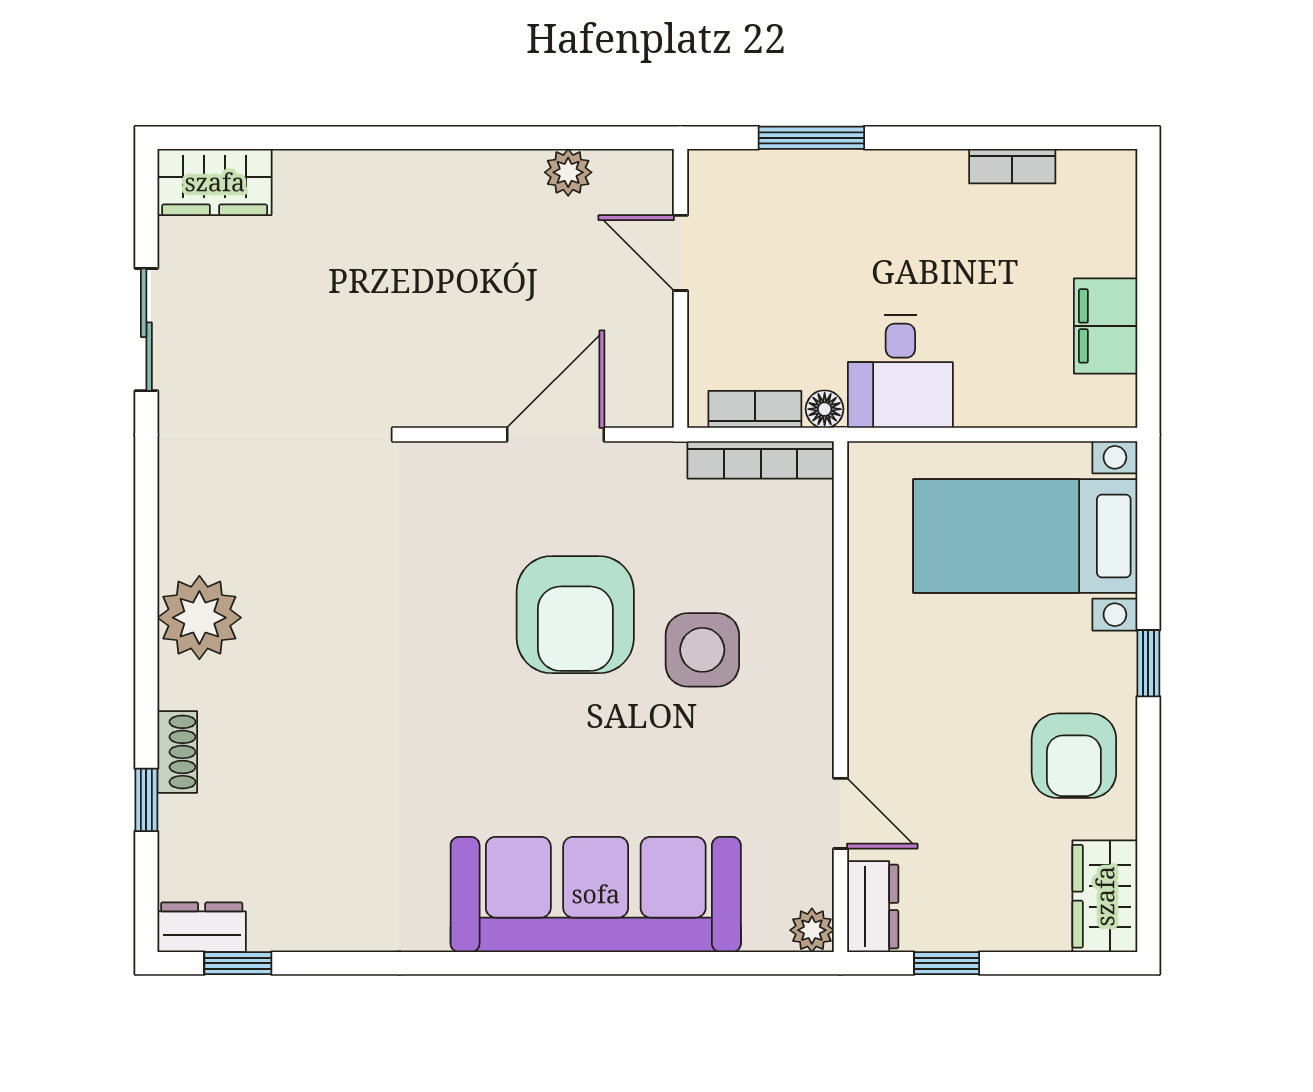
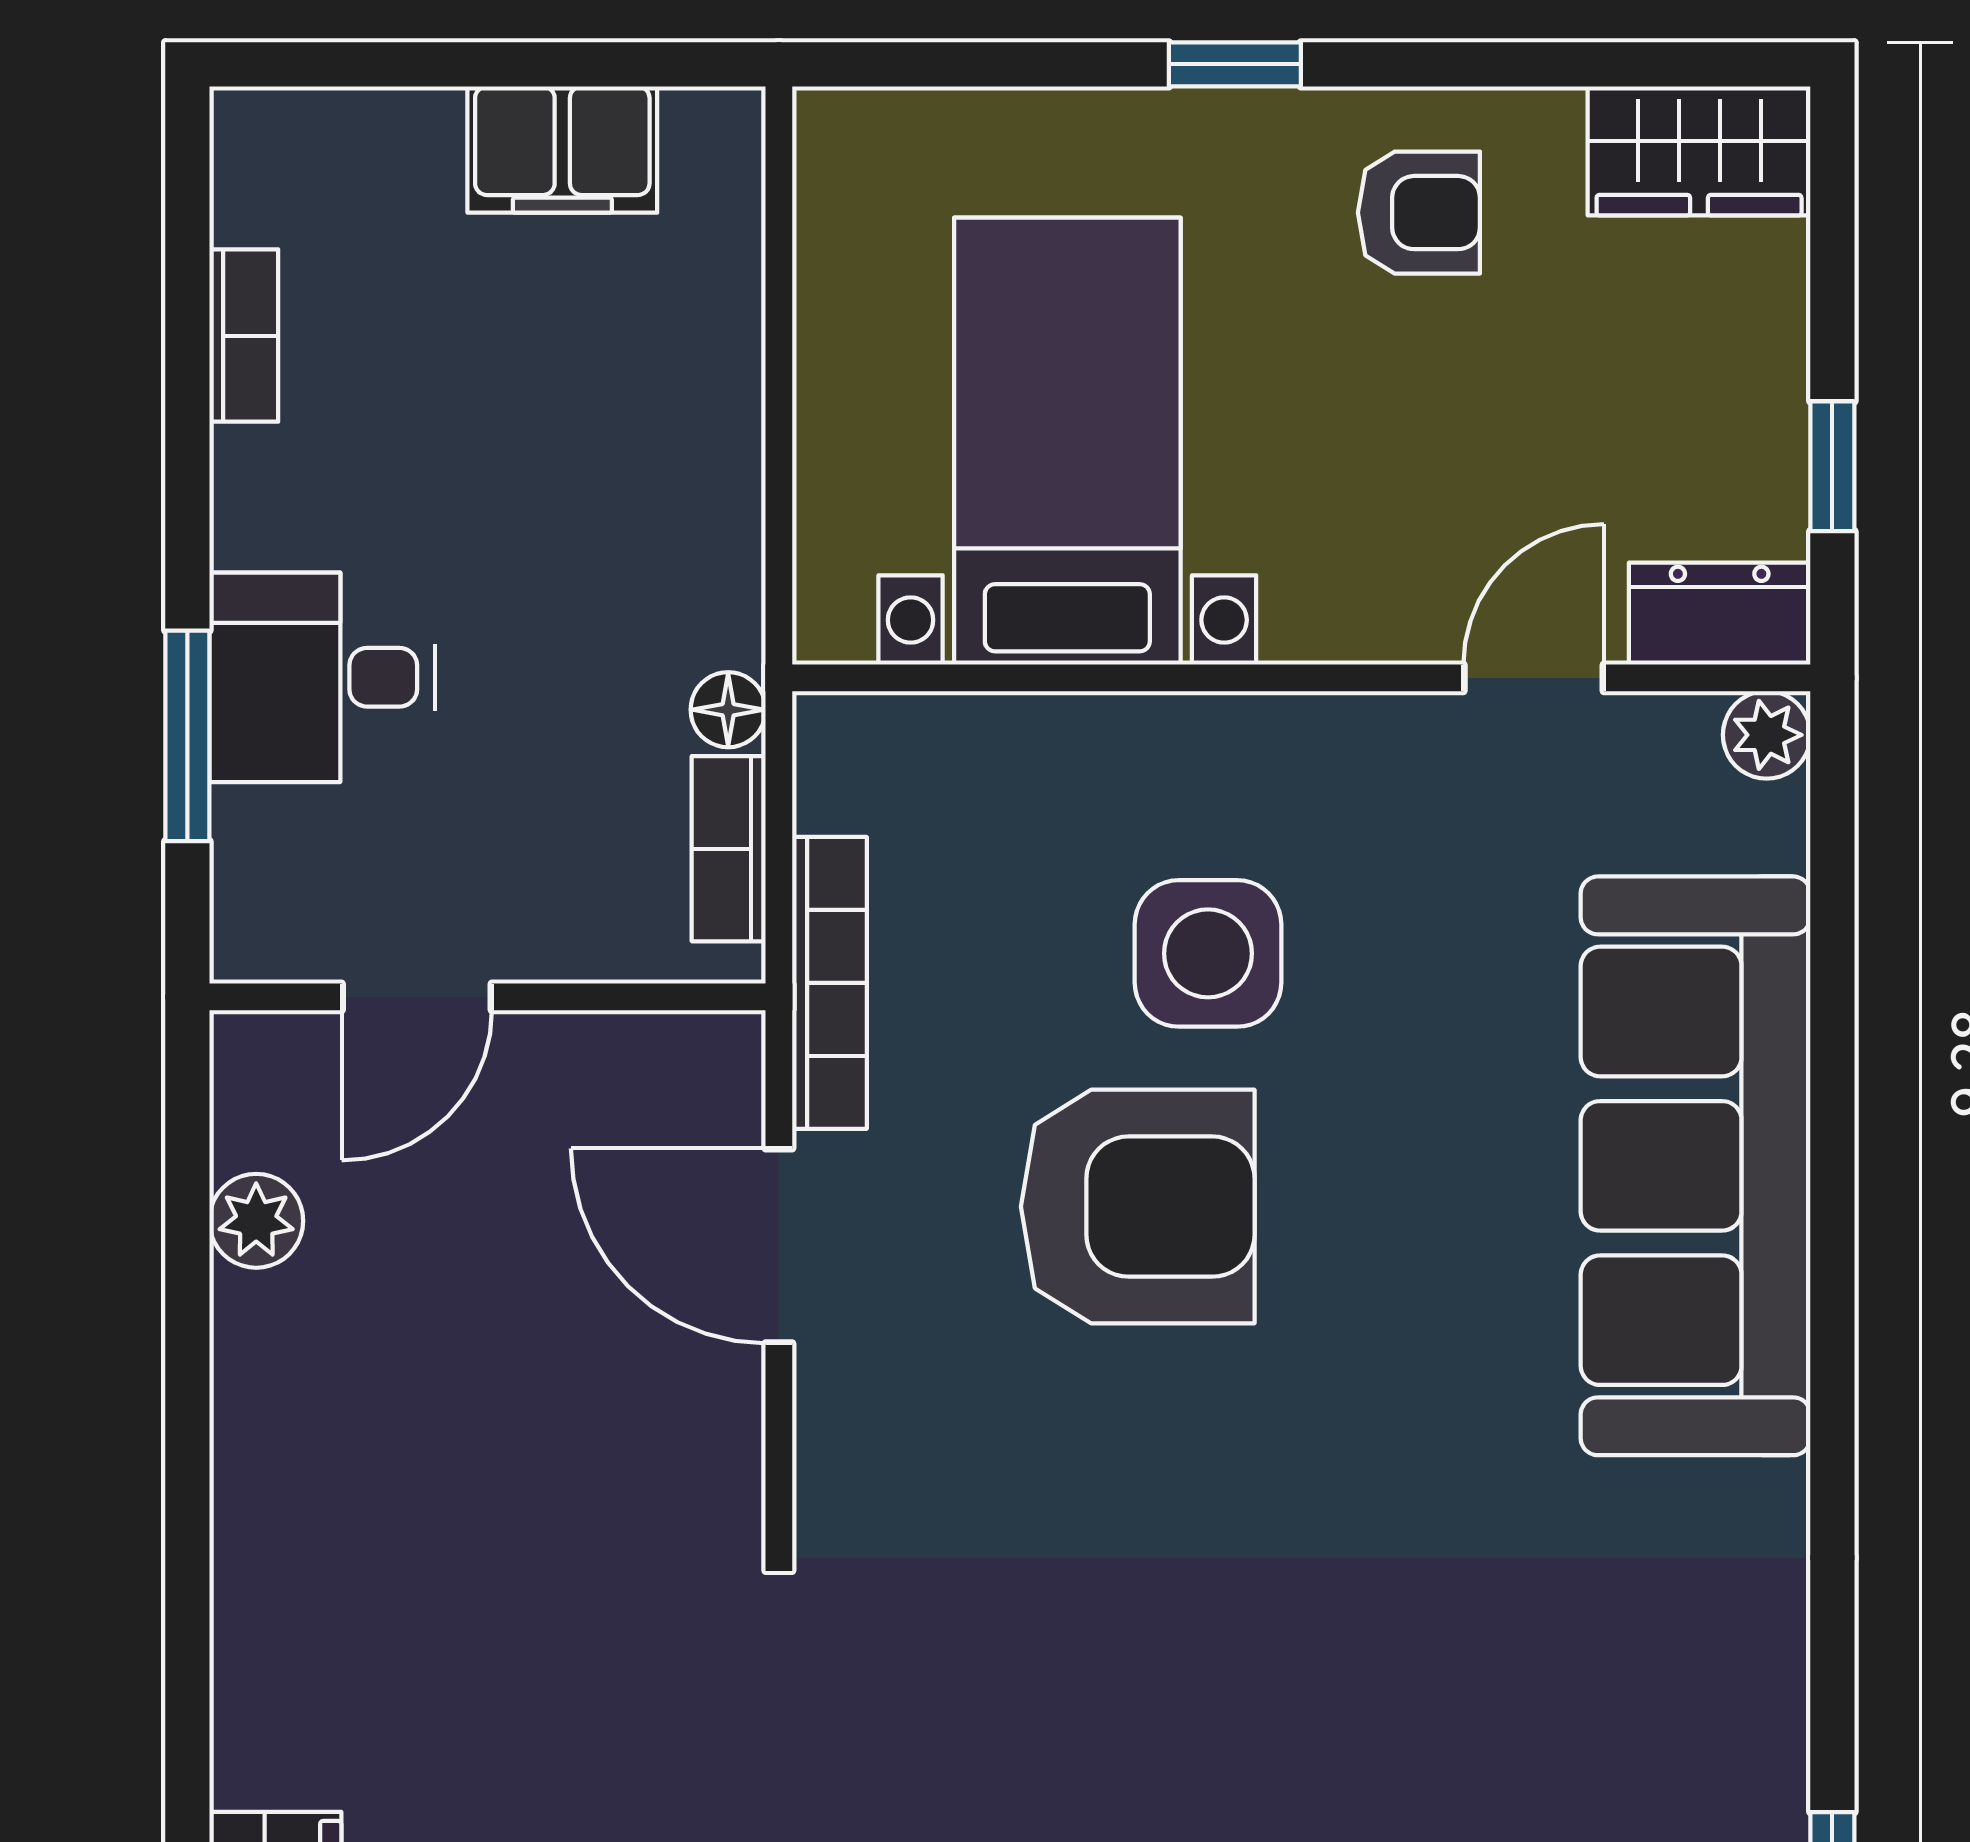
desk: (900, 371) -> (322, 677), moved, turned 180
bookcase: (761, 460) -> (829, 983), moved
bed with nightstands: (1025, 536) -> (1067, 441), moved, turned 180
armchair: (1074, 756) -> (1419, 213), width x0.72, depth x0.72

